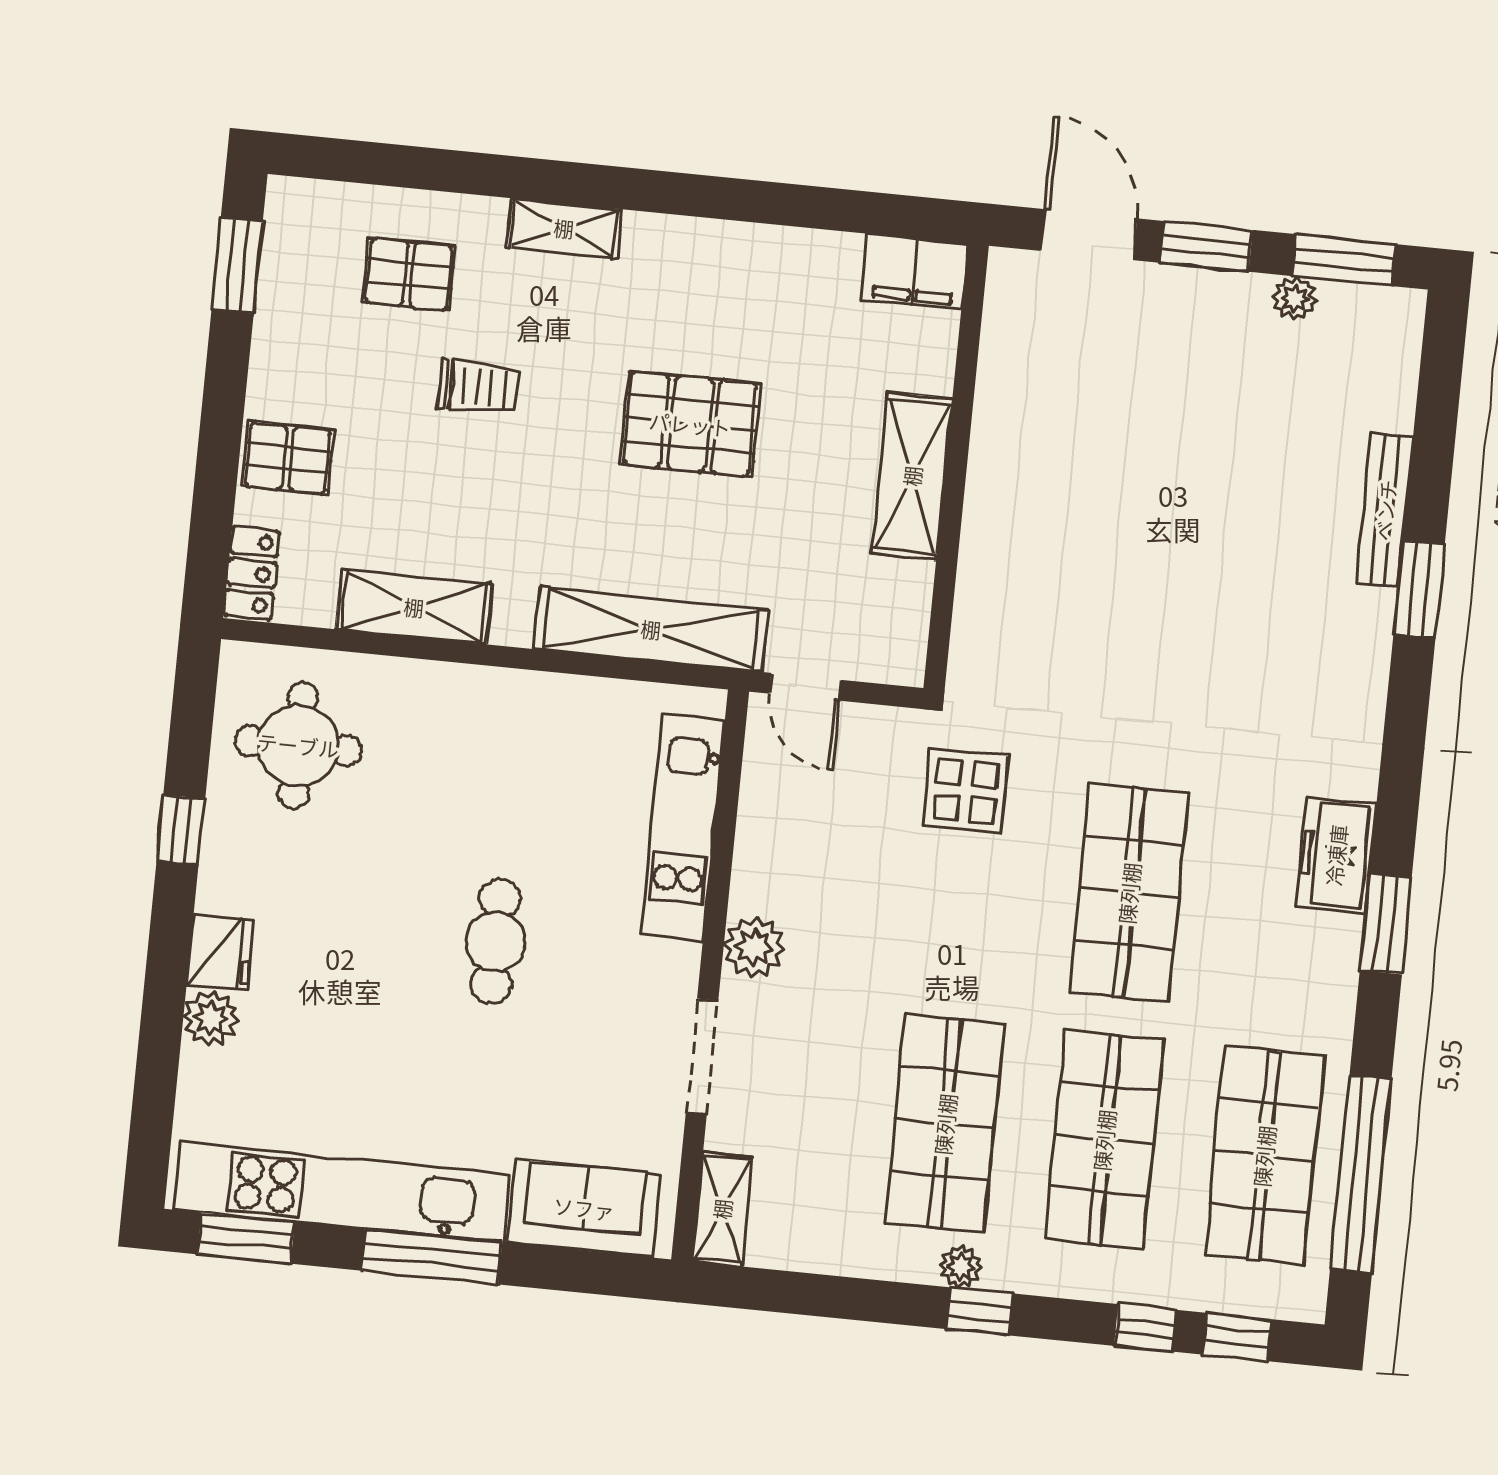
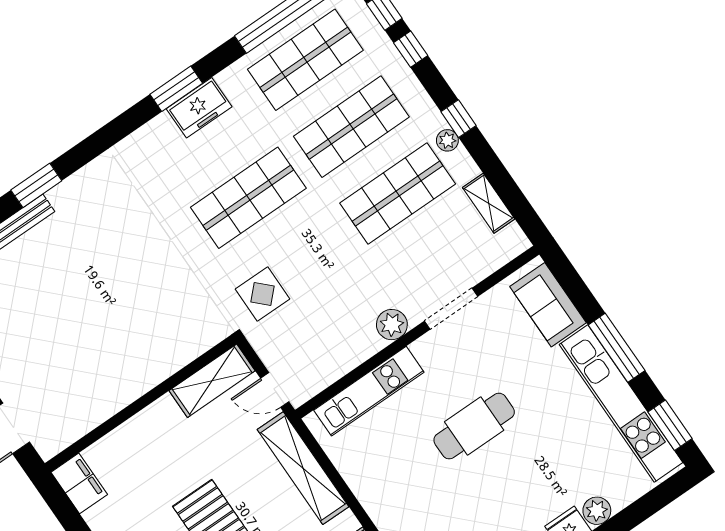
shelving: (912, 476) -> (212, 381), moved
door: (805, 687) -> (275, 390), swing flipped
freezer: (1336, 855) -> (199, 108), moved
cafe table: (495, 941) -> (474, 426), width x1.37, depth x1.35
shelving: (722, 1209) -> (489, 203), moved, turned 90

